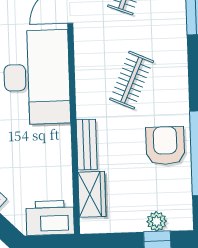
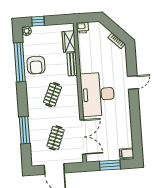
printer: (50, 218) -> (82, 28), width x0.53, depth x0.68
plant: (157, 221) -> (27, 31), moved

